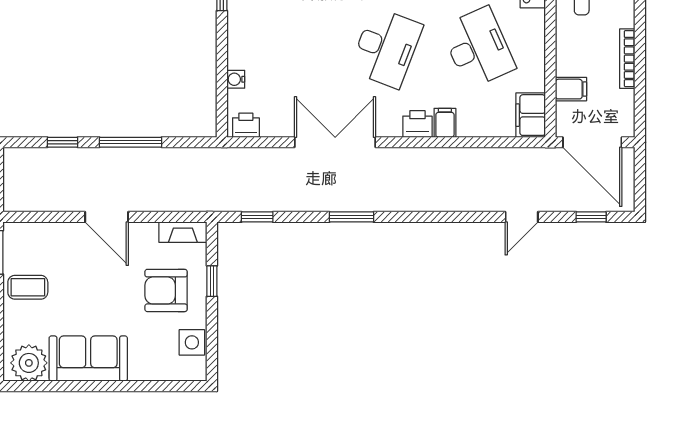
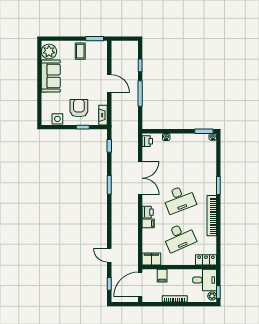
desk: (386, 48) -> (179, 199), turned -42
door: (107, 217) -> (109, 84), swing flipped

